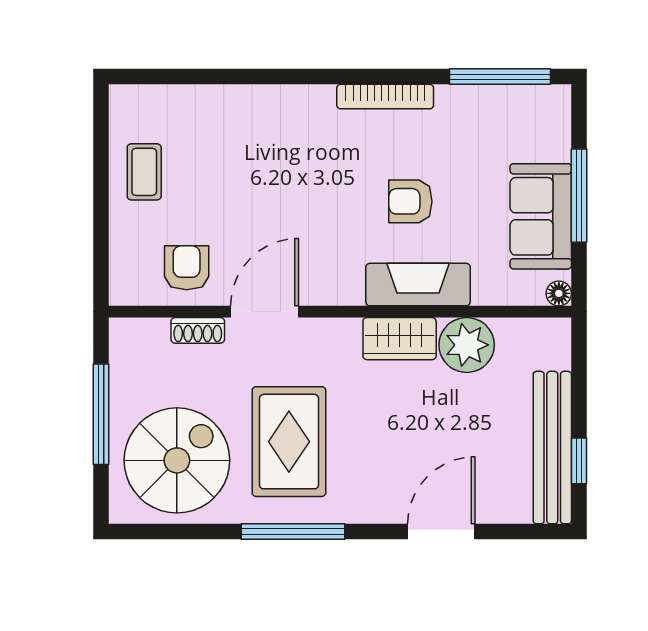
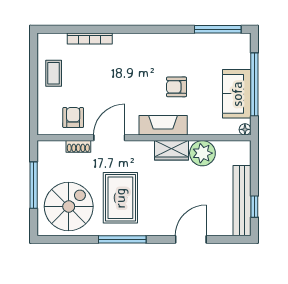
bookcase: (385, 97) -> (90, 39), moved
window: (579, 196) -> (254, 84), width x1.46
fireplace: (418, 285) -> (163, 125), moved

